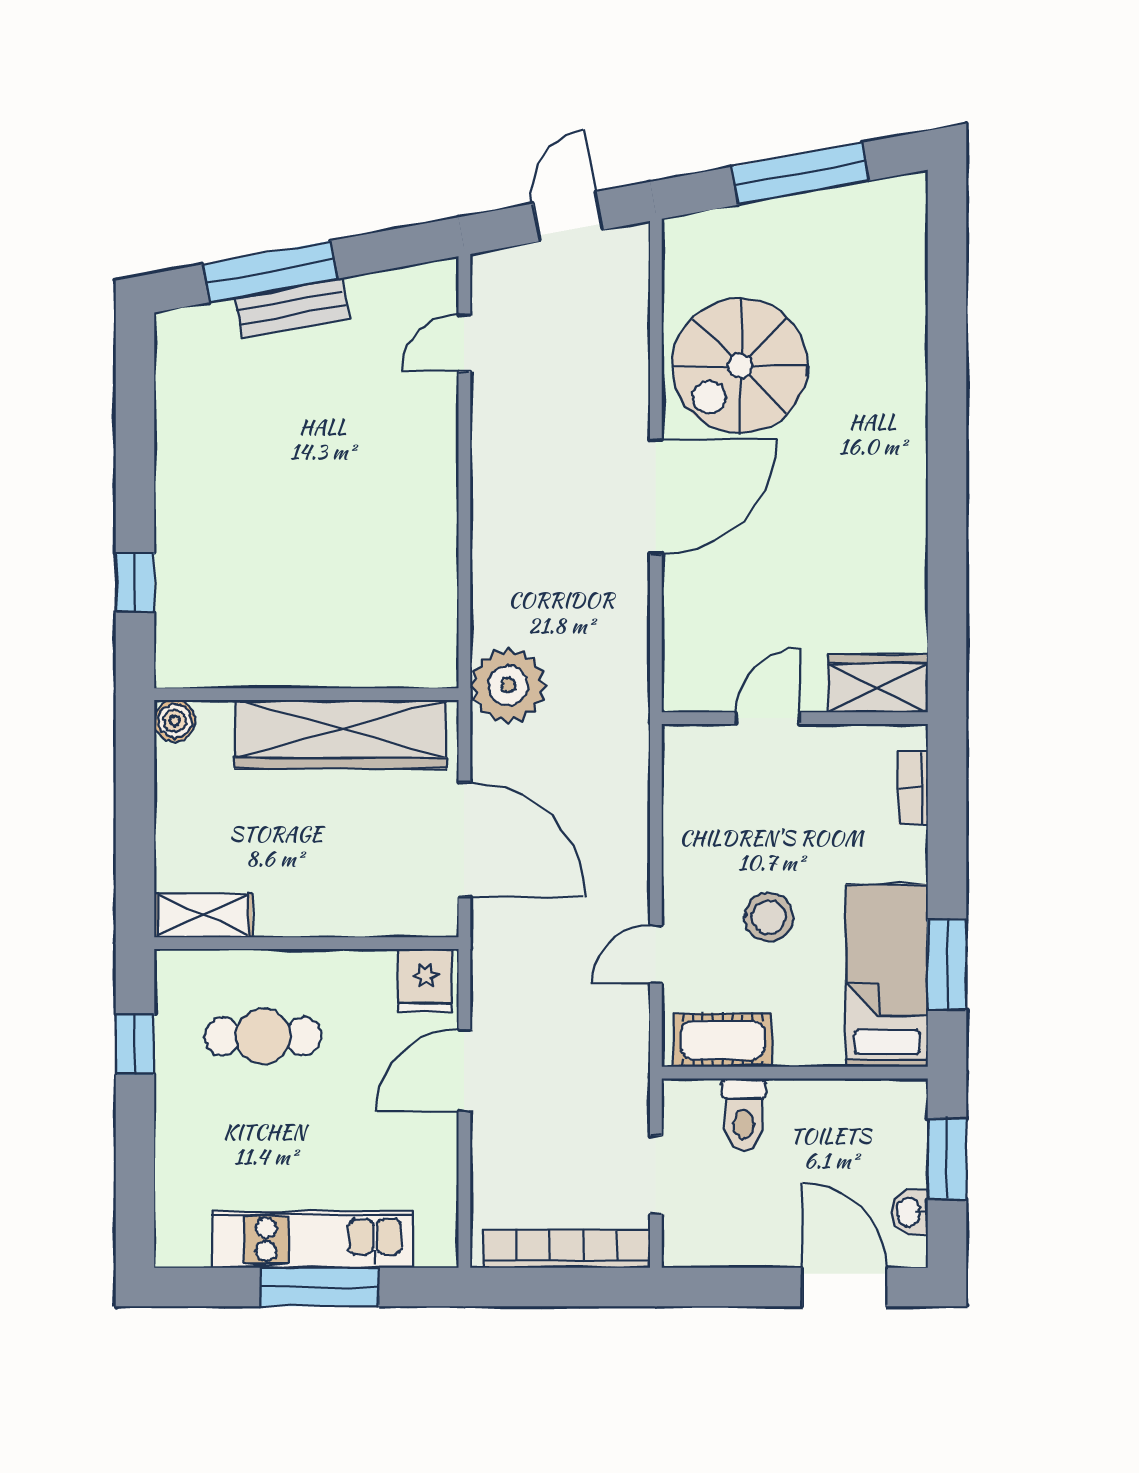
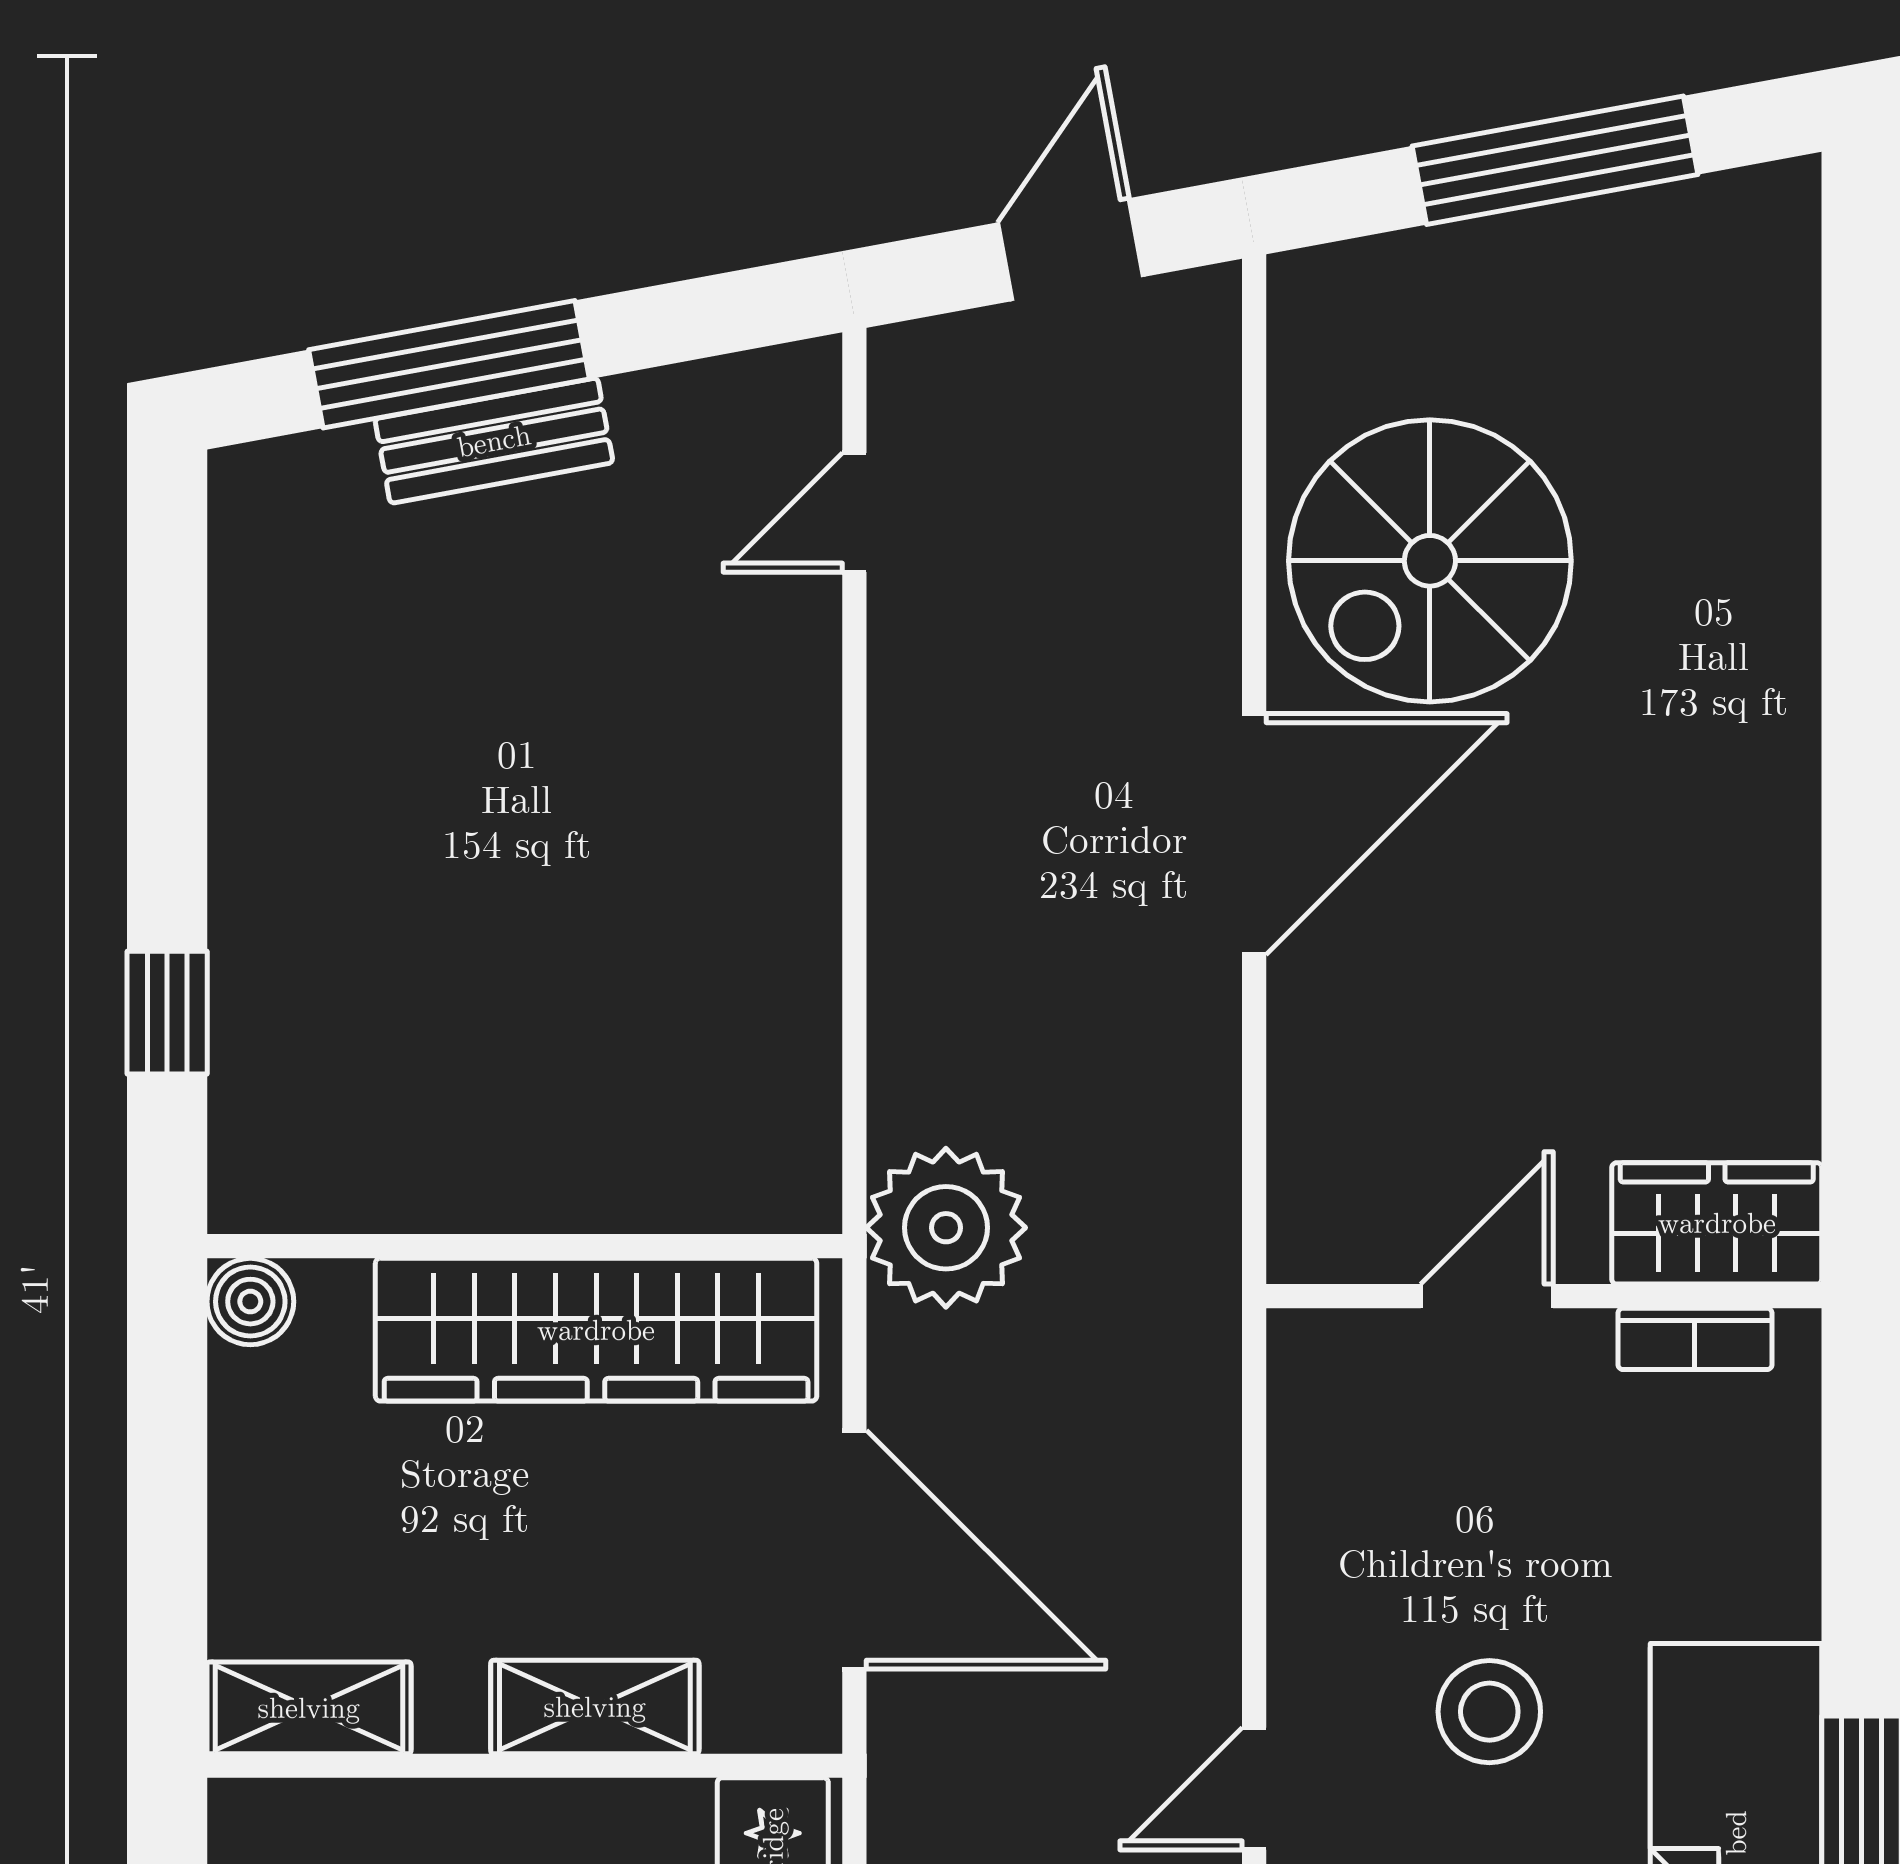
bookcase: (913, 788) -> (1695, 1339), moved, turned -90
shelving: (340, 915) -> (595, 1707), added

